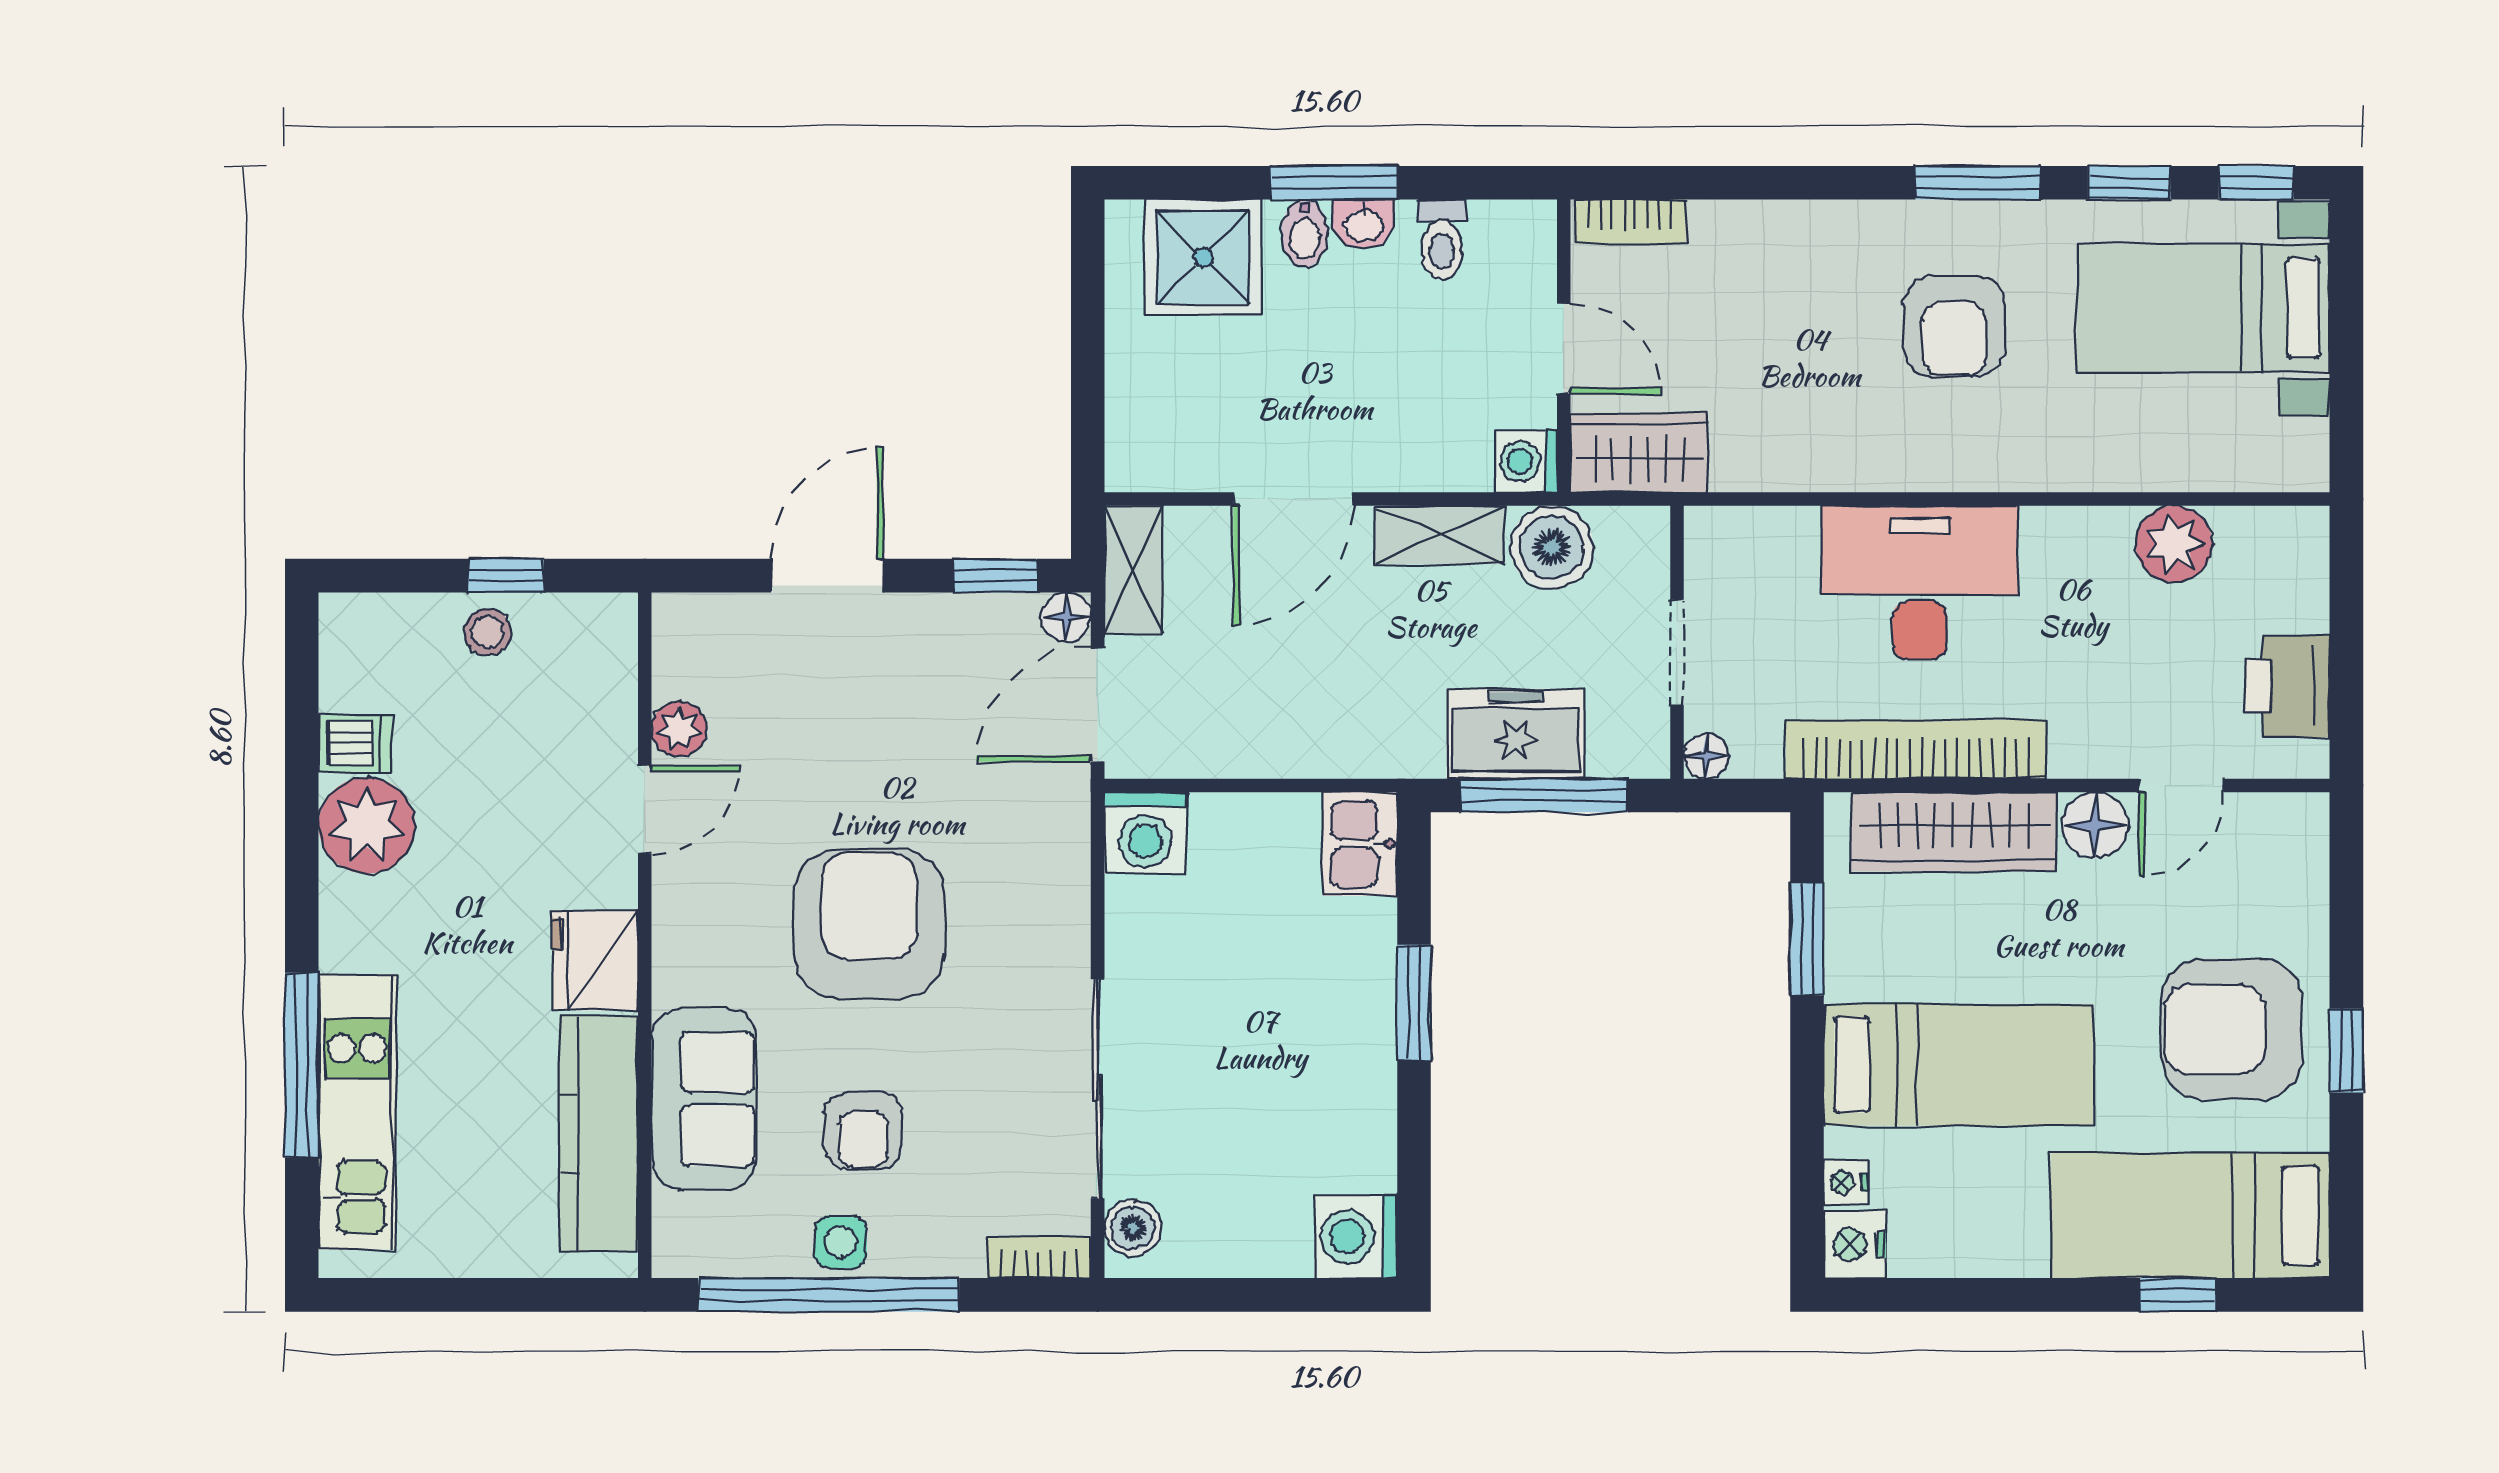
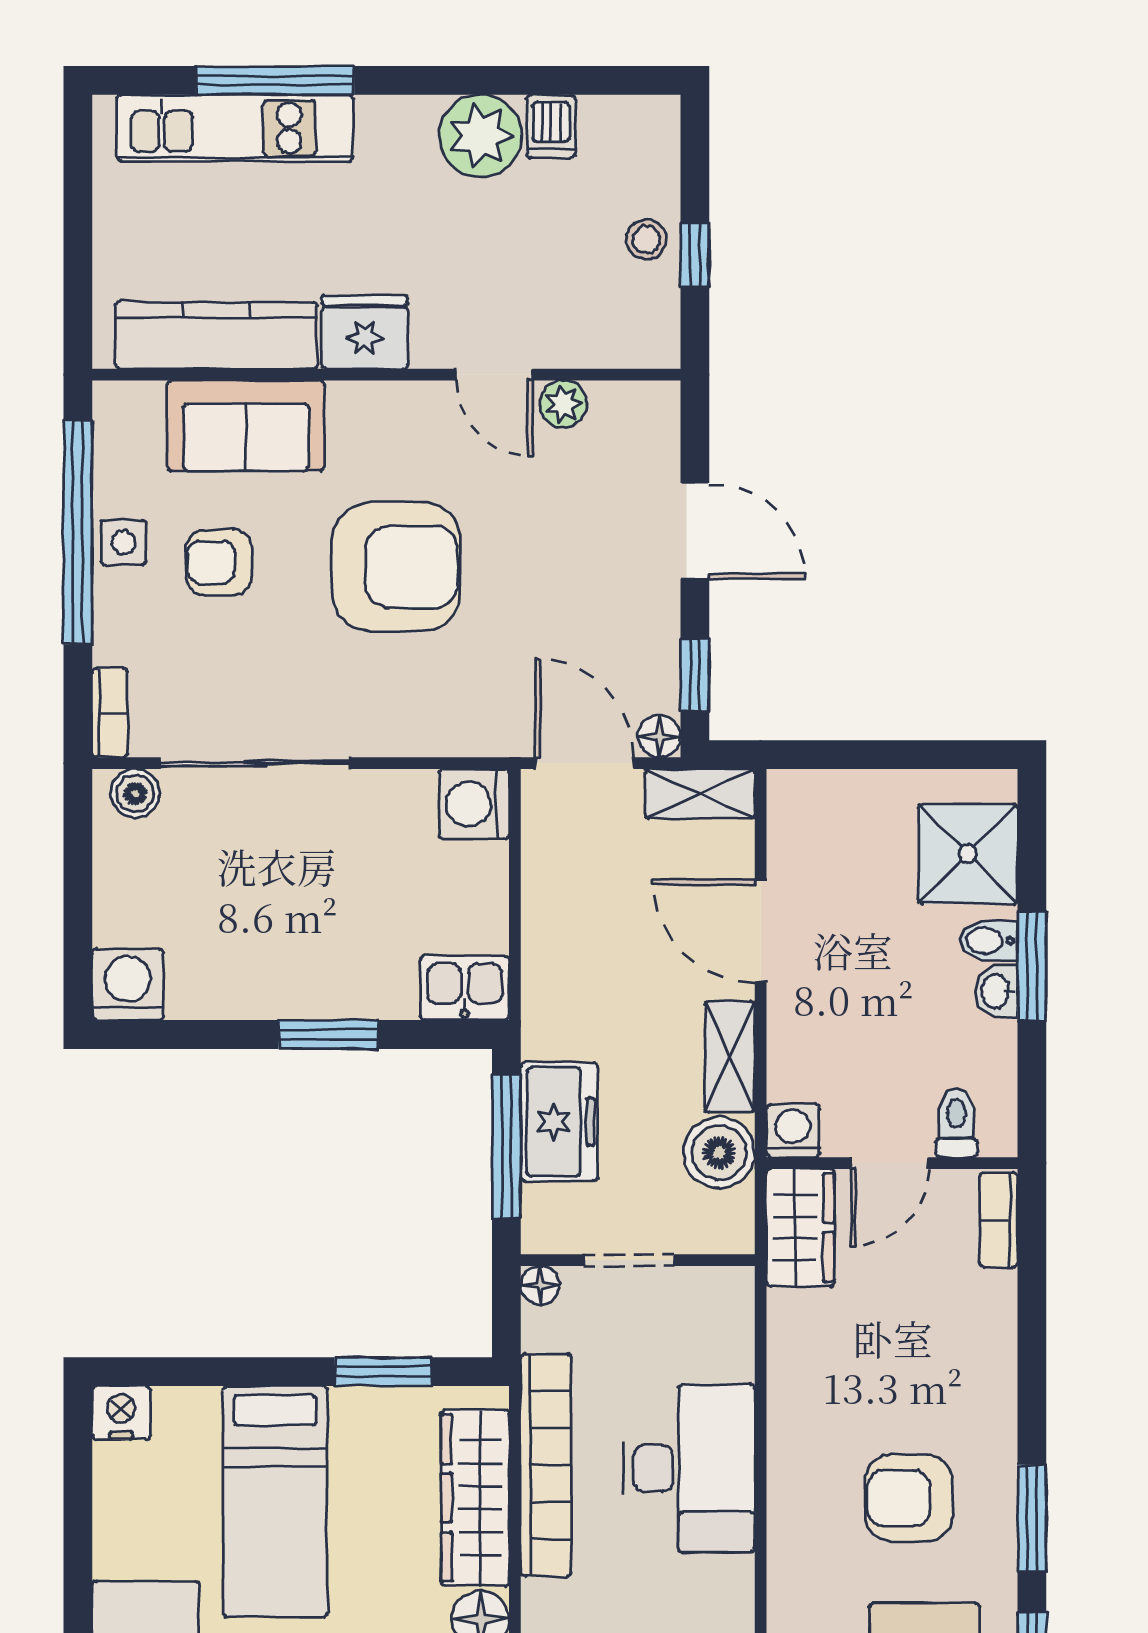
toilet: (1442, 239) -> (957, 1123), moved, turned 90
nightstand: (1845, 1182) -> (174, 1405), removed

